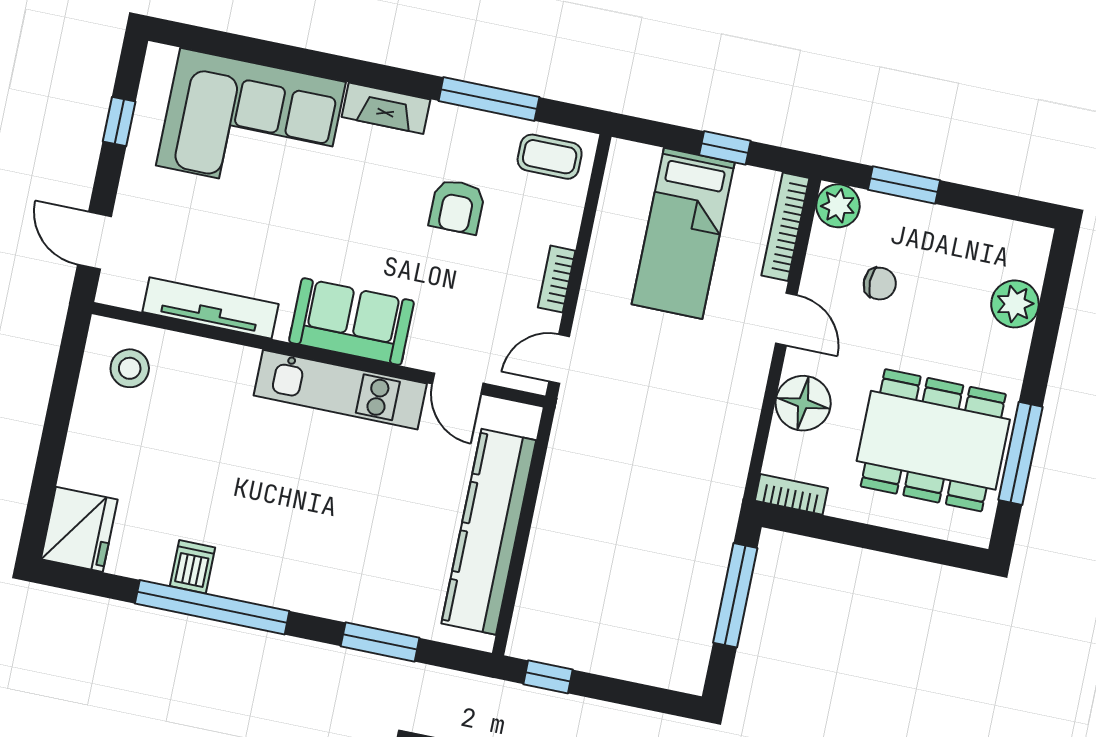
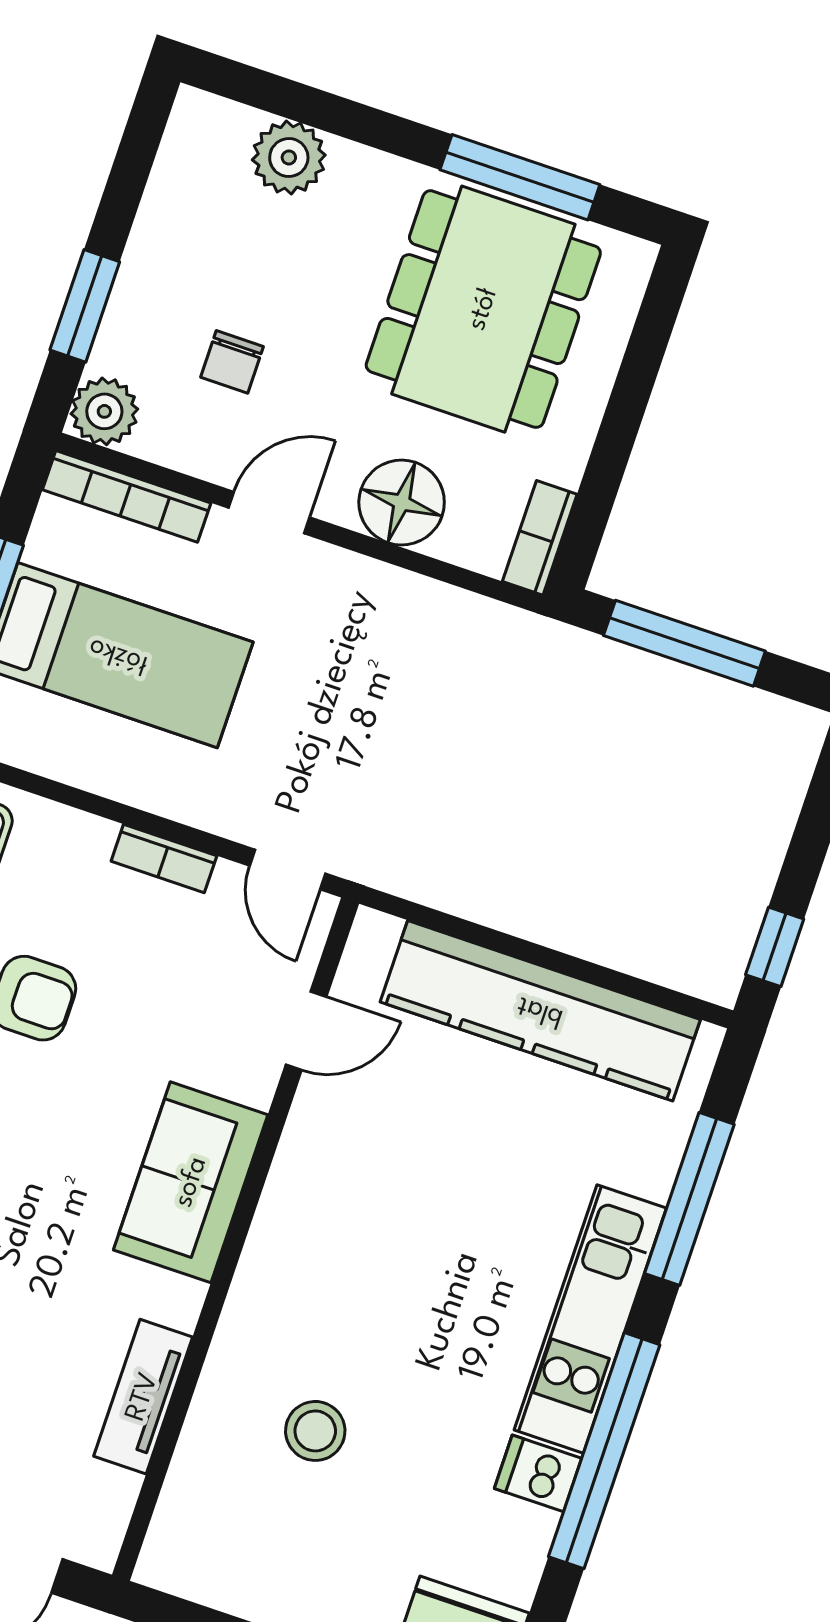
chair: (880, 284) -> (232, 362), turned 180
tv unit: (211, 308) -> (143, 1397), width x0.71
stool: (130, 368) -> (315, 1431), moved
kitchen unit: (340, 390) -> (590, 1319), moved, turned 180
window: (380, 642) -> (689, 1199), width x1.44

